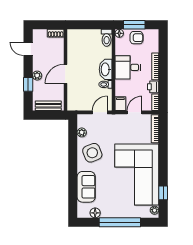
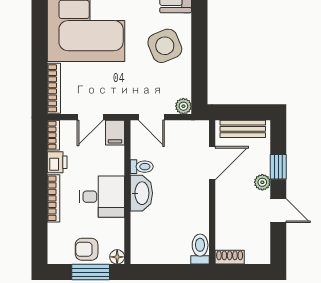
toilet: (107, 38) -> (200, 249), moved
door: (28, 49) -> (278, 211), moved
door: (65, 74) -> (212, 163), moved
door: (100, 112) -> (151, 117), hinge flipped
plant: (82, 132) -> (183, 106), moved

